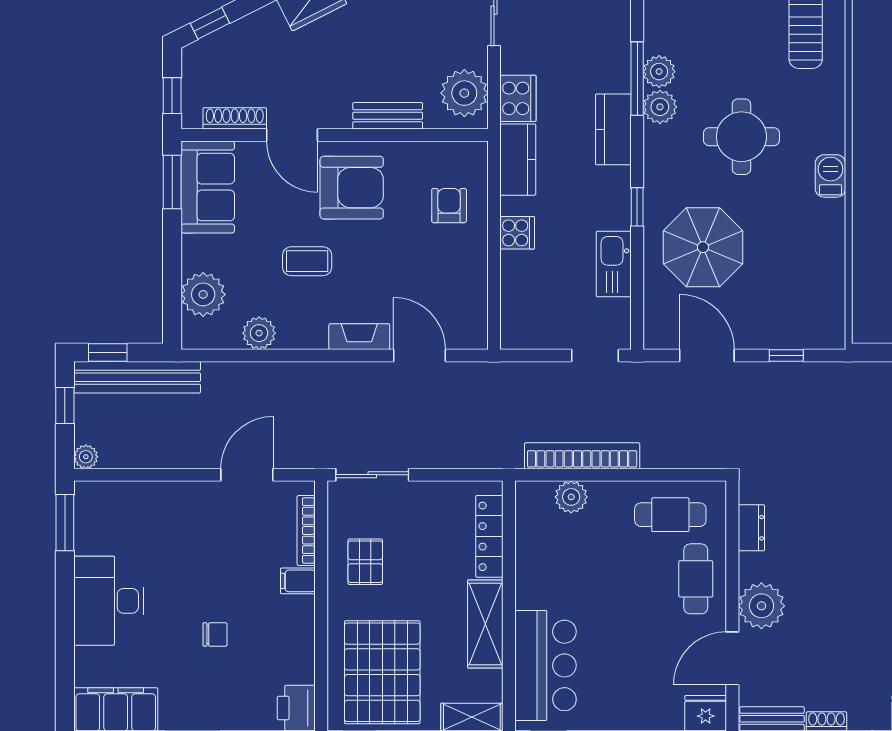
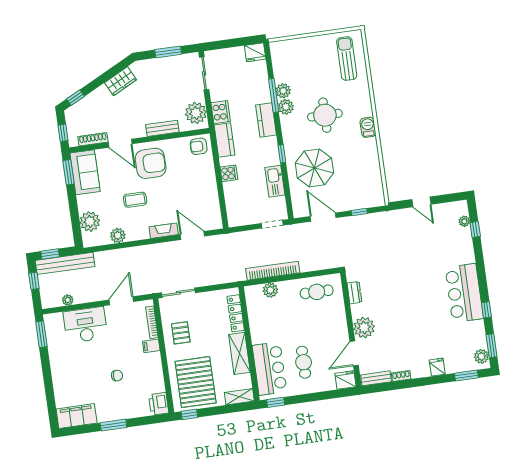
armchair: (449, 206) -> (199, 146), moved, turned -90
plant: (86, 457) -> (68, 300), moved
cafe table: (696, 579) -> (304, 362), moved
desk: (109, 601) -> (85, 325), moved, turned 90

